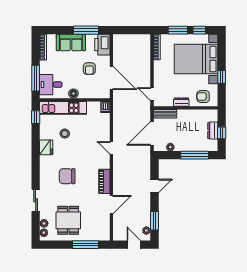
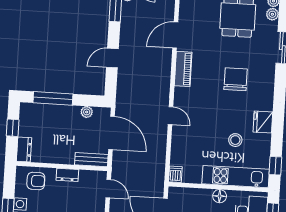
dresser: (213, 131) -> (24, 150), moved
door: (152, 133) -> (112, 133), hinge flipped
chair: (67, 176) -> (236, 79), turned -90

